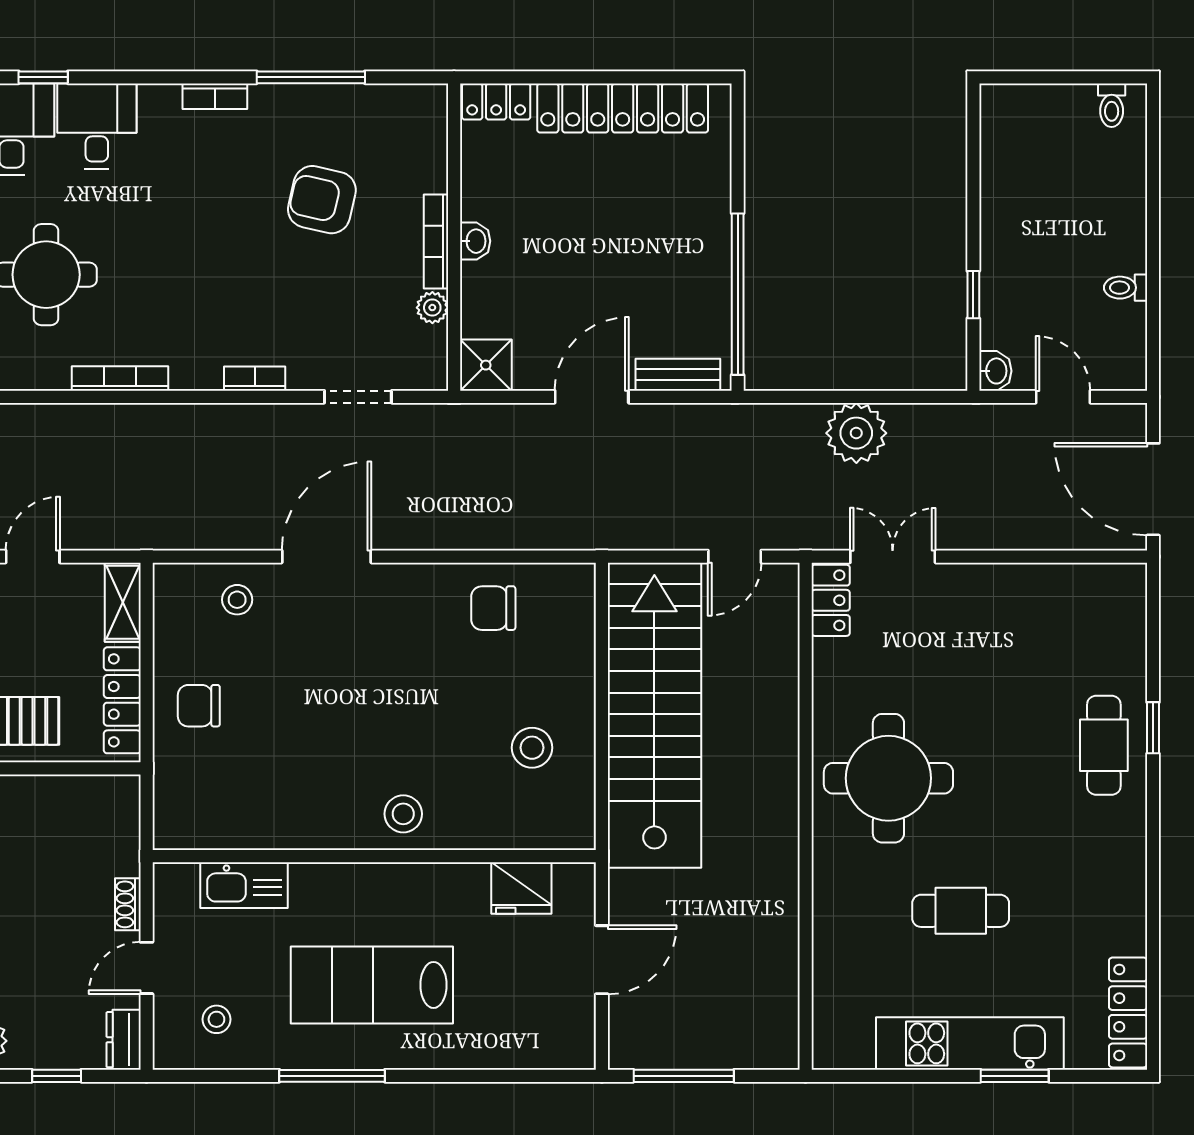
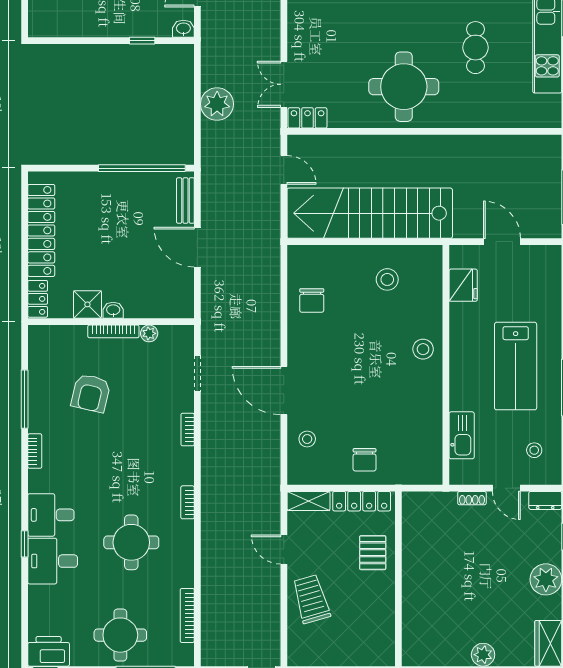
shower: (486, 365) -> (87, 304), moved
bookcase: (120, 379) -> (188, 502), width x0.64

